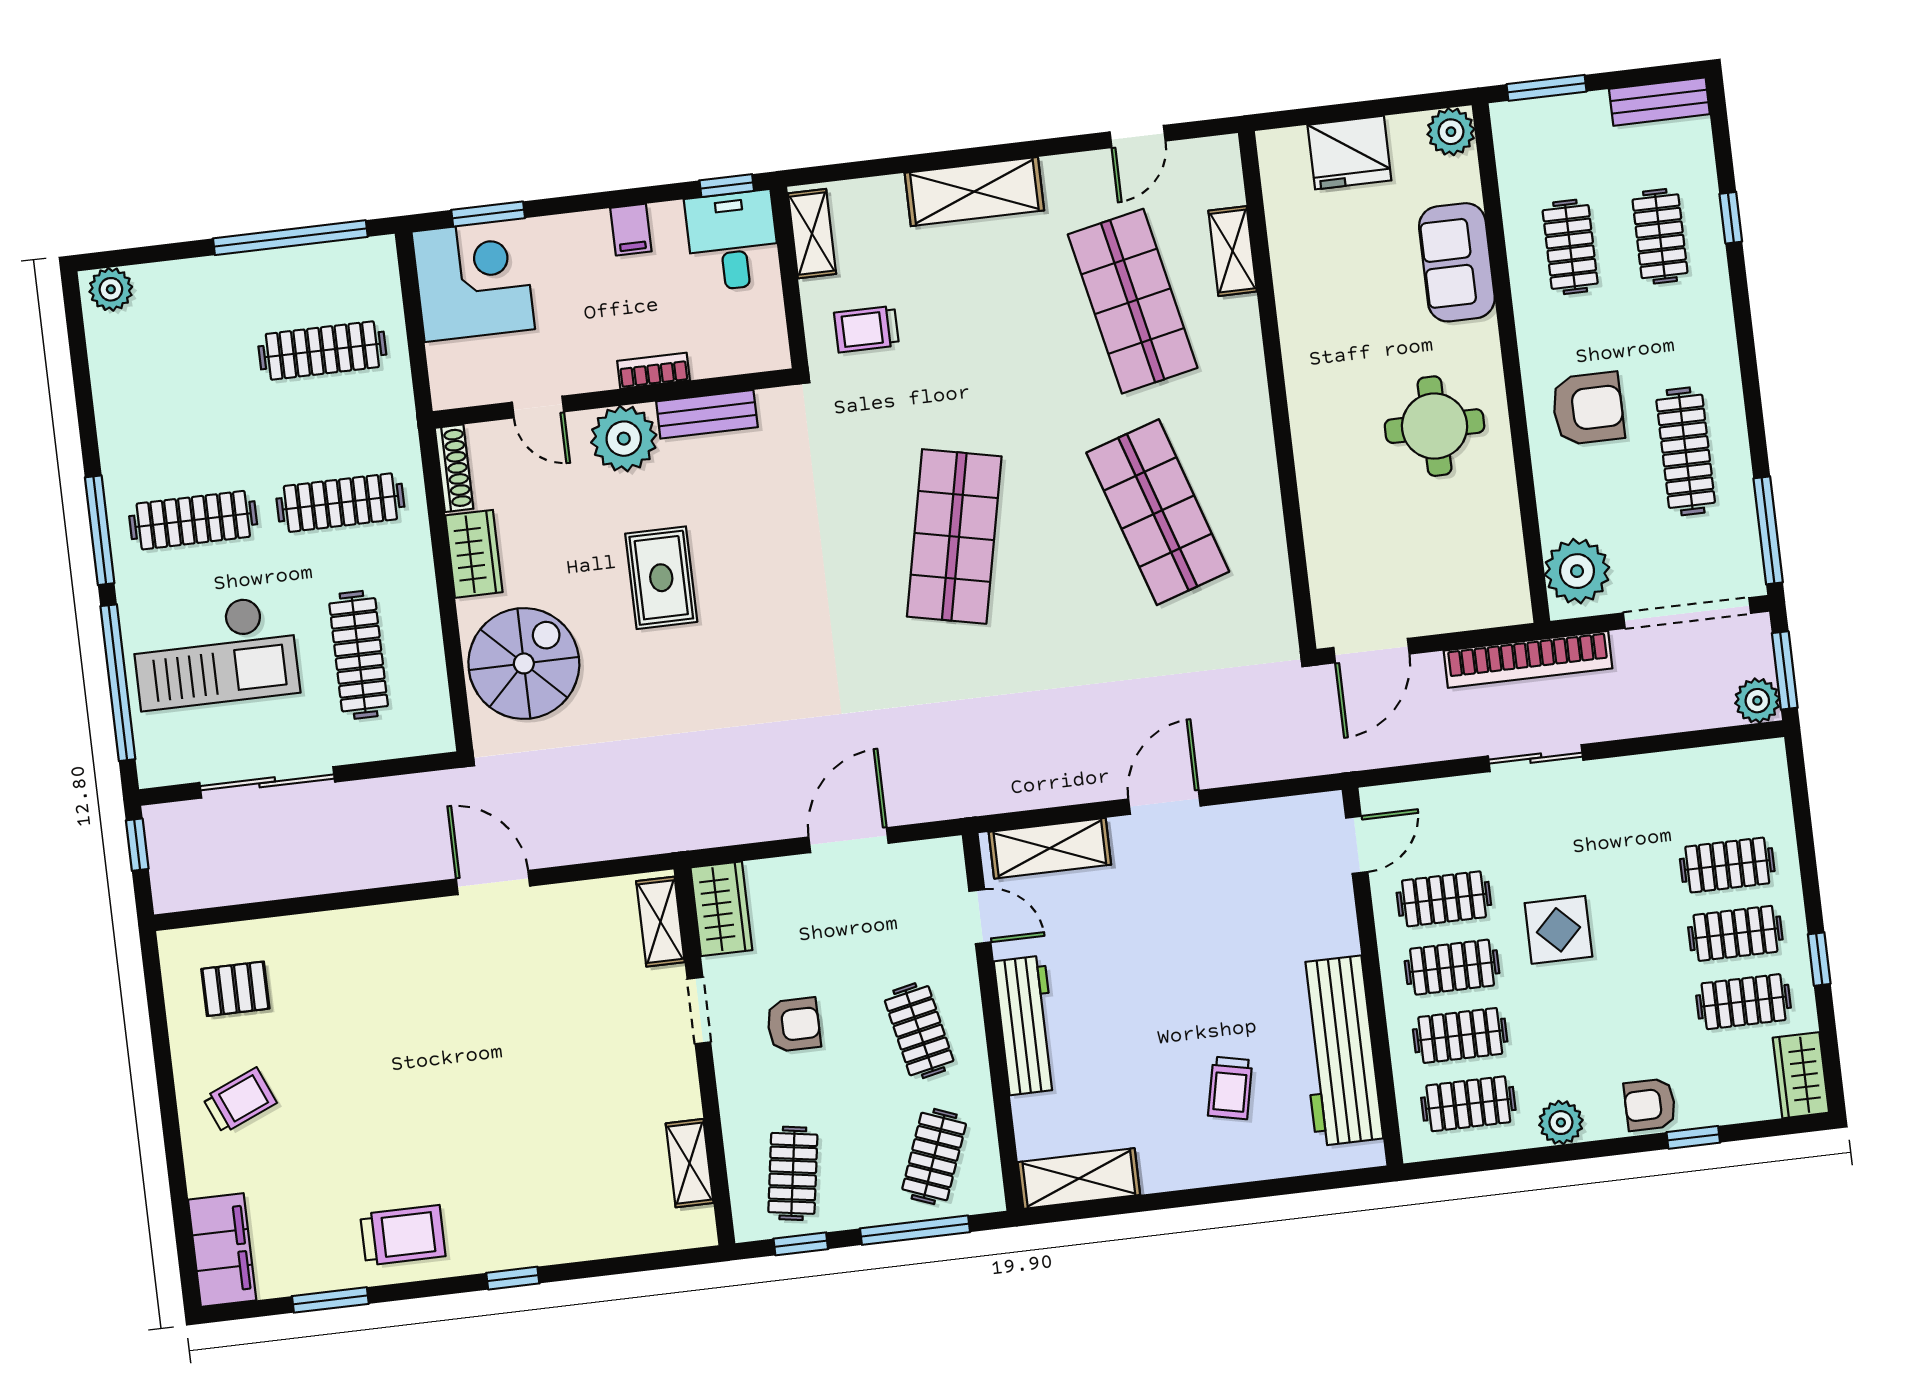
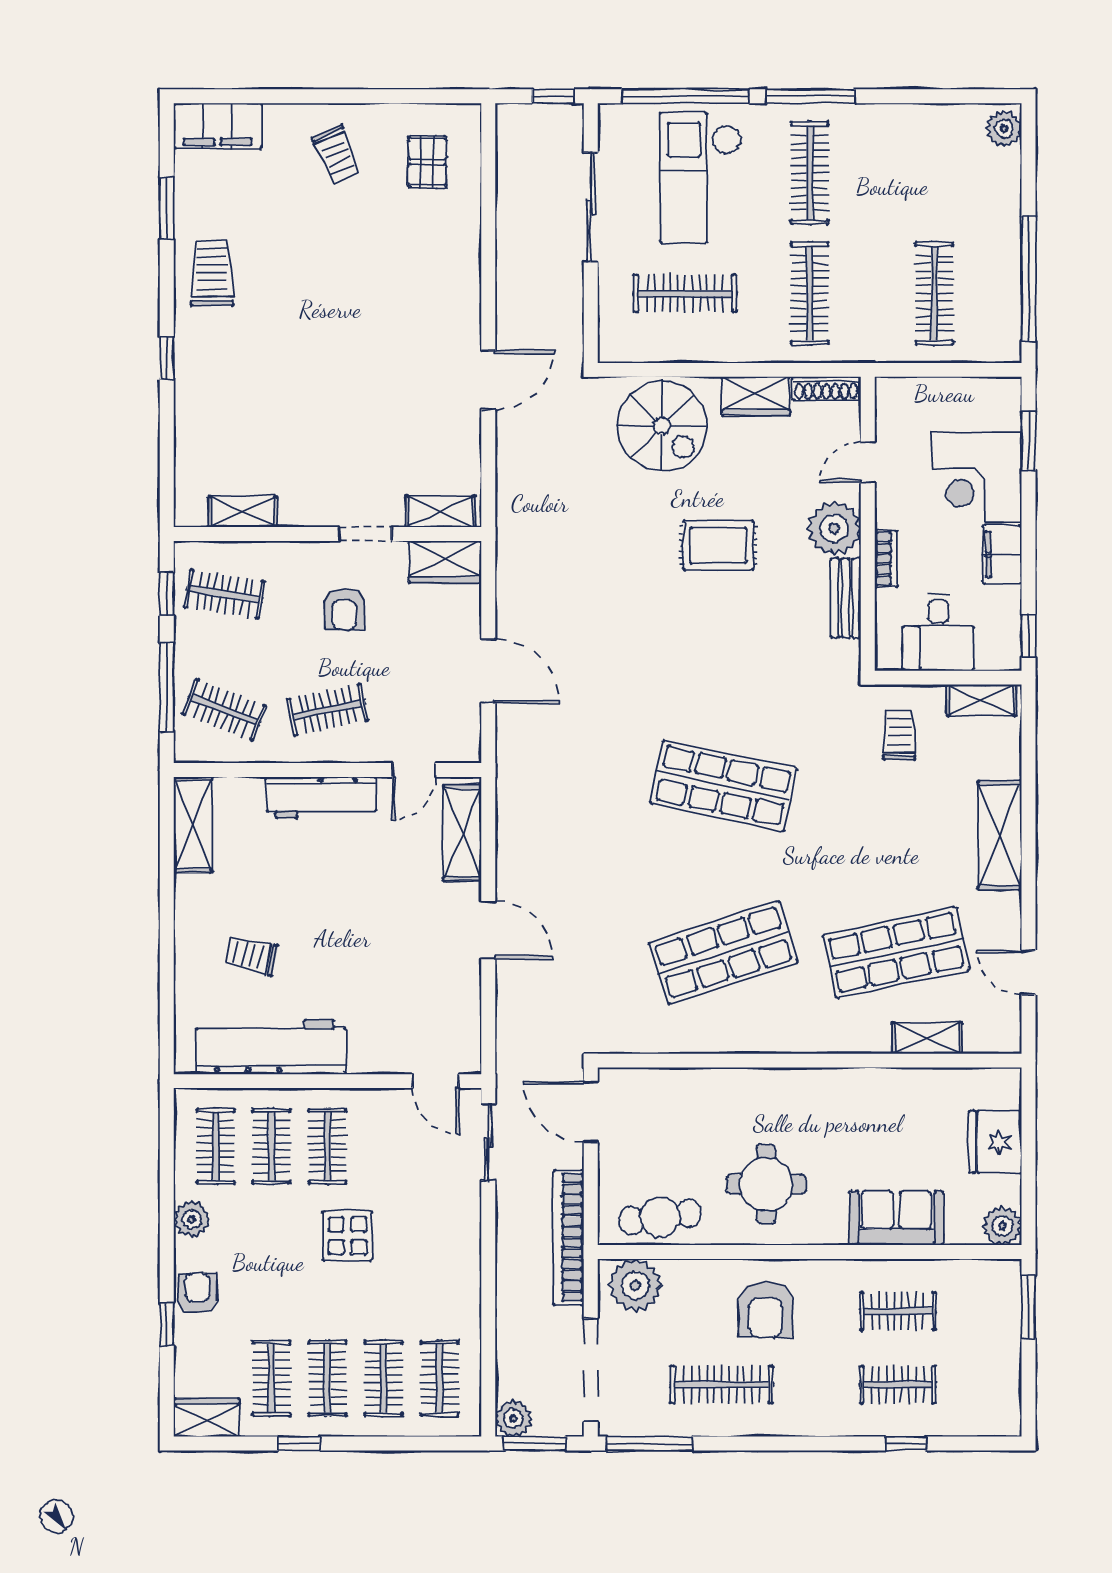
bench: (1659, 102) -> (1007, 1397), removed
filing cabinet: (631, 230) -> (1002, 554), width x2.00
desk: (733, 241) -> (938, 632), moved, turned 90
corner desk: (473, 280) -> (976, 477), moved, turned 90
cafe table: (1490, 551) -> (660, 1217), added
sliding door: (1536, 758) -> (488, 1142), moved
clothes rail: (1444, 899) -> (439, 1378), moved
trolley: (403, 1235) -> (212, 273), turned 180

